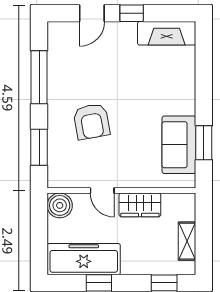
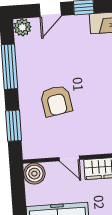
plant: (58, 32) -> (22, 27), added

